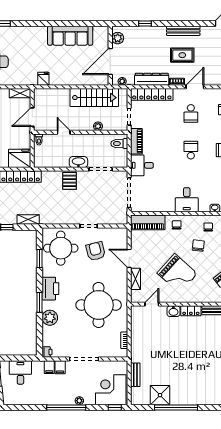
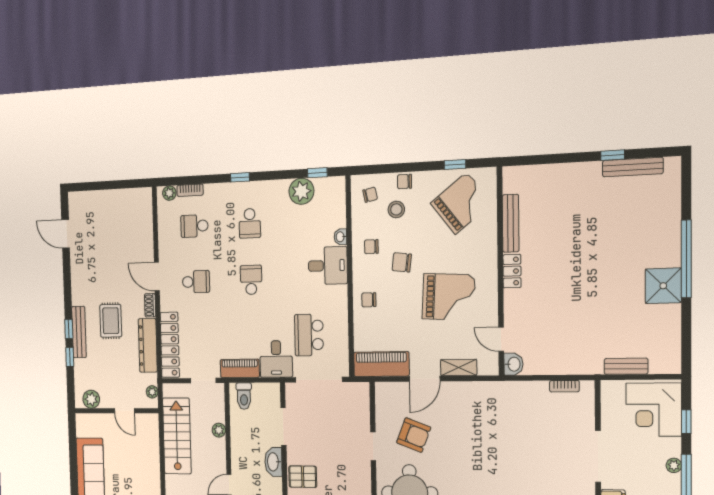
window: (163, 24) -> (69, 329), added
bench: (183, 31) -> (79, 332), moved
rug: (182, 55) -> (111, 321), moved
door: (110, 61) -> (124, 411), width x0.53
school desk: (191, 150) -> (251, 280), turned 90
school desk: (156, 187) -> (309, 335), added
desk: (187, 200) -> (328, 266), moved
piano: (148, 222) -> (381, 364), moved, turned -90
armchair: (96, 251) -> (414, 435), turned -145
grand piano: (177, 273) -> (449, 297), turned 51
round table: (99, 305) -> (504, 431), removed
washbasin: (173, 311) -> (513, 364), moved
shower: (160, 395) -> (663, 286), moved
window: (115, 407) -> (686, 422), moved
window: (176, 407) -> (686, 259), moved

